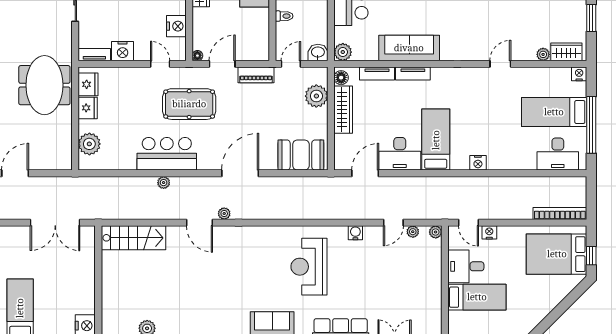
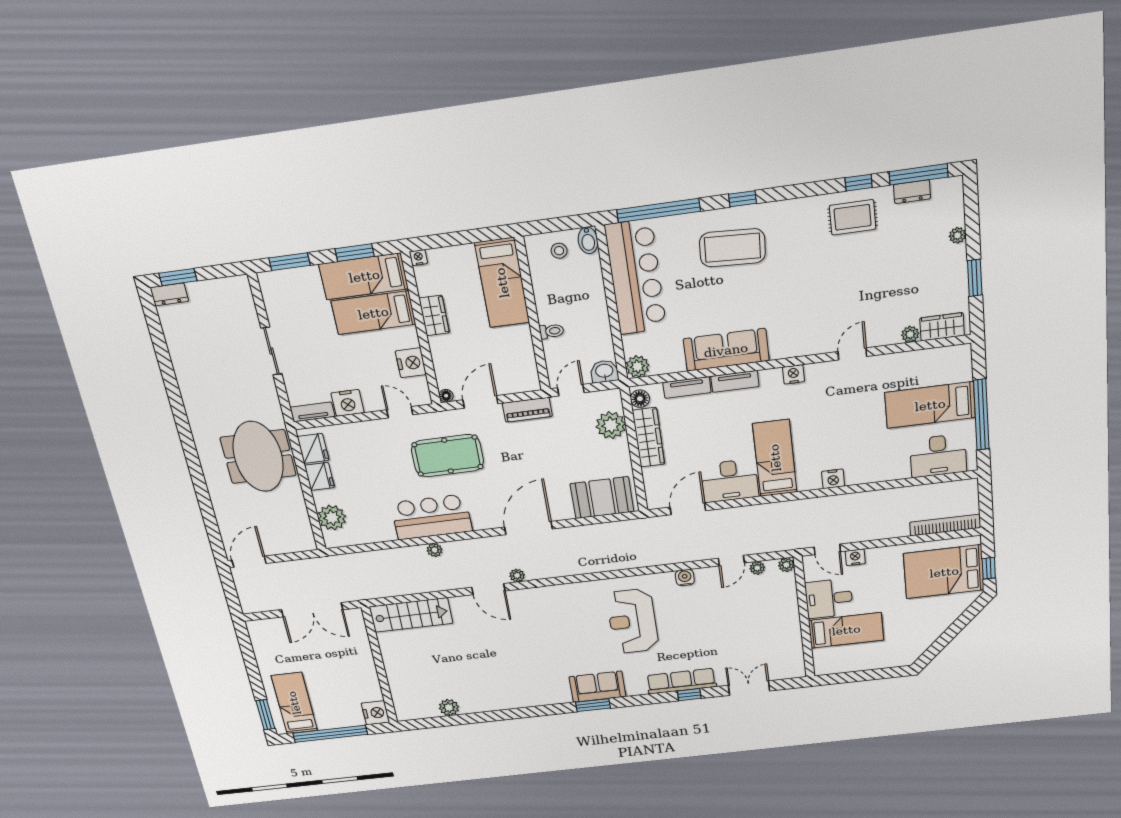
nightstand: (579, 74) -> (793, 374), moved

